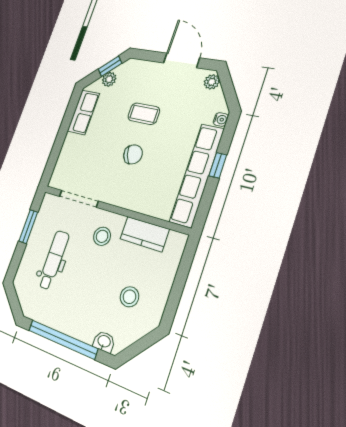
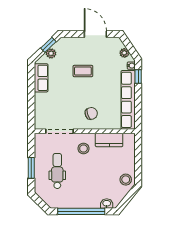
plant: (212, 82) -> (124, 53), moved
chair: (133, 154) -> (91, 113), moved
window: (218, 165) -> (138, 76), moved
window: (28, 227) -> (31, 168), moved
stool: (129, 297) -> (126, 180), moved

